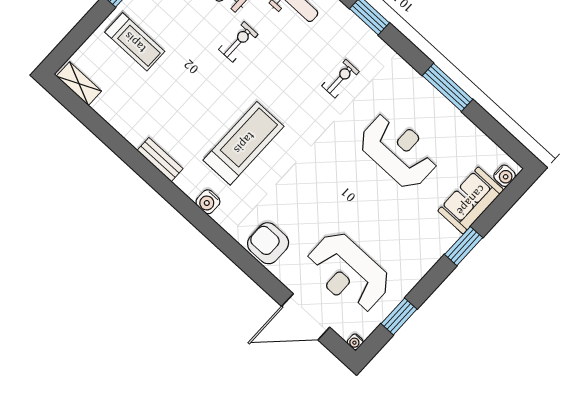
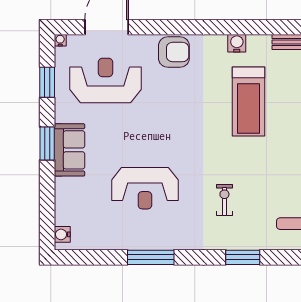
exercise bike: (340, 79) -> (224, 200), turned 180
sofa: (471, 200) -> (69, 150), moved
window: (464, 246) -> (47, 143), moved

